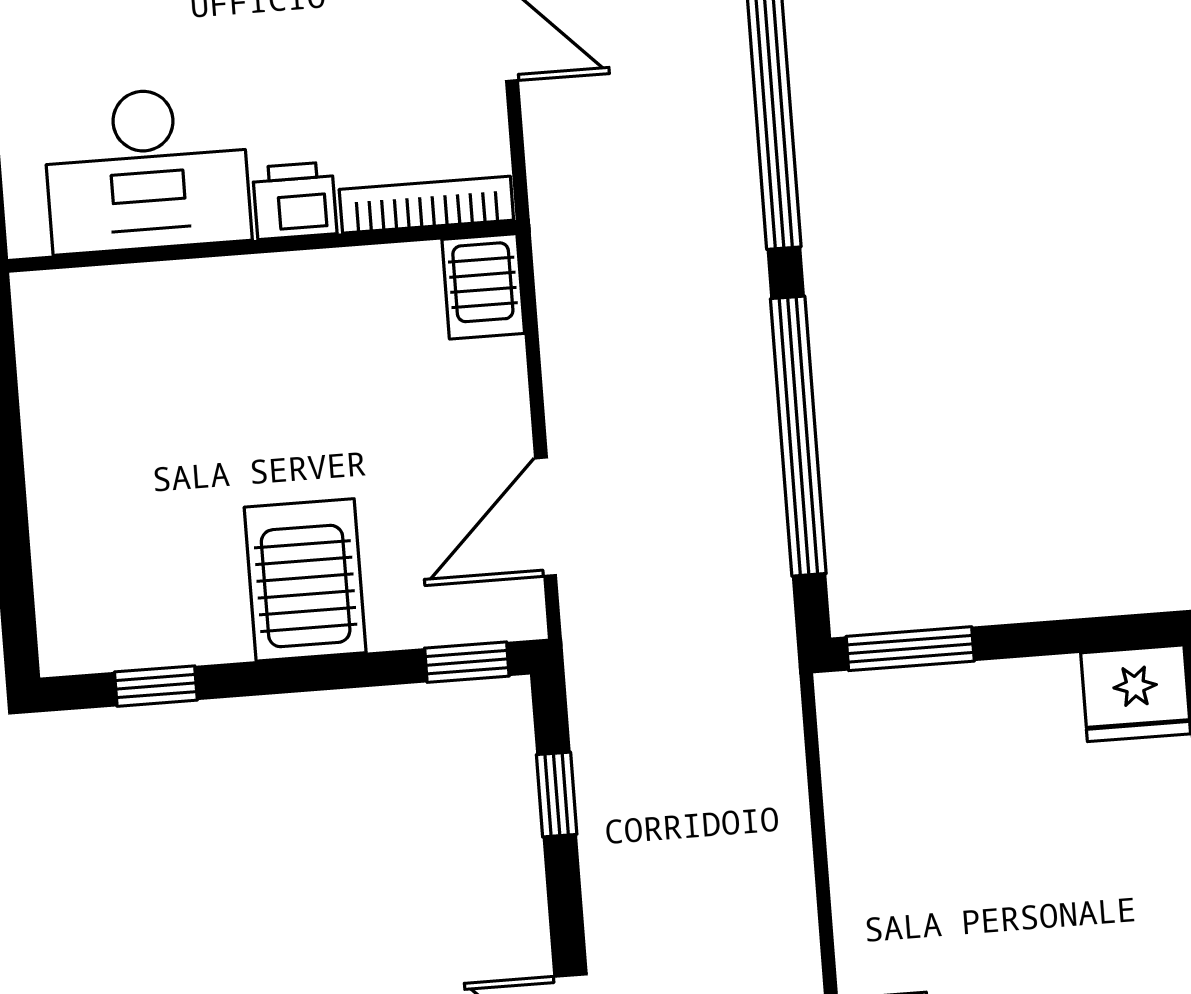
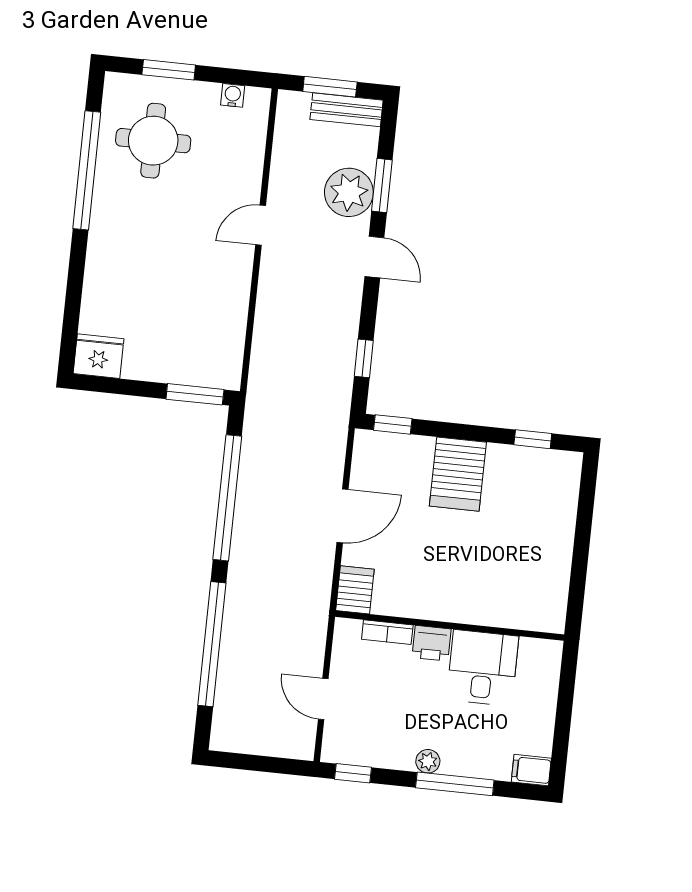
desk: (147, 170) -> (483, 668), width x0.73
bookcase: (426, 205) -> (387, 632), width x0.64
door: (546, 517) -> (343, 516), moved

